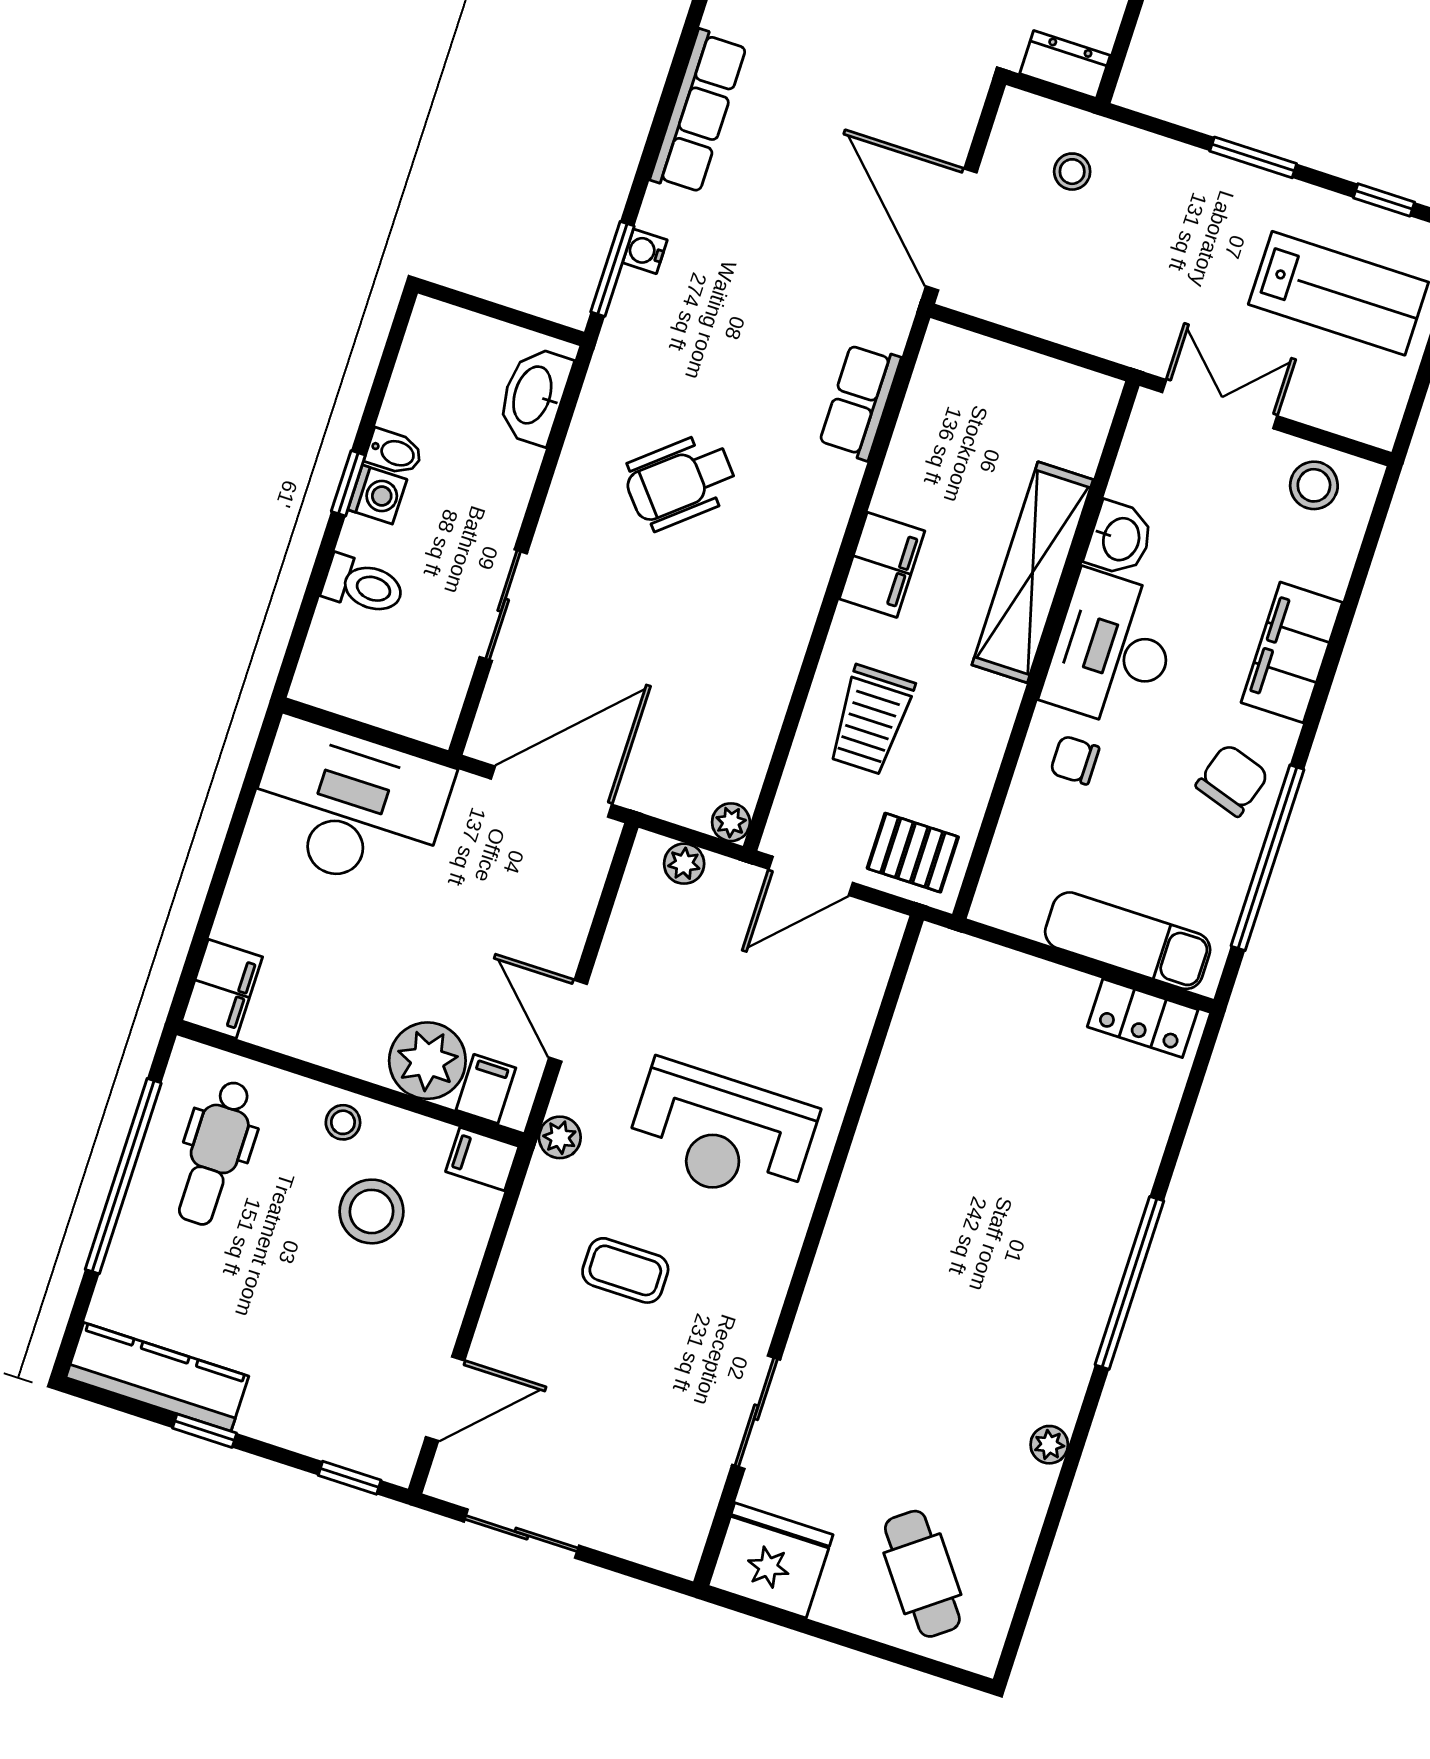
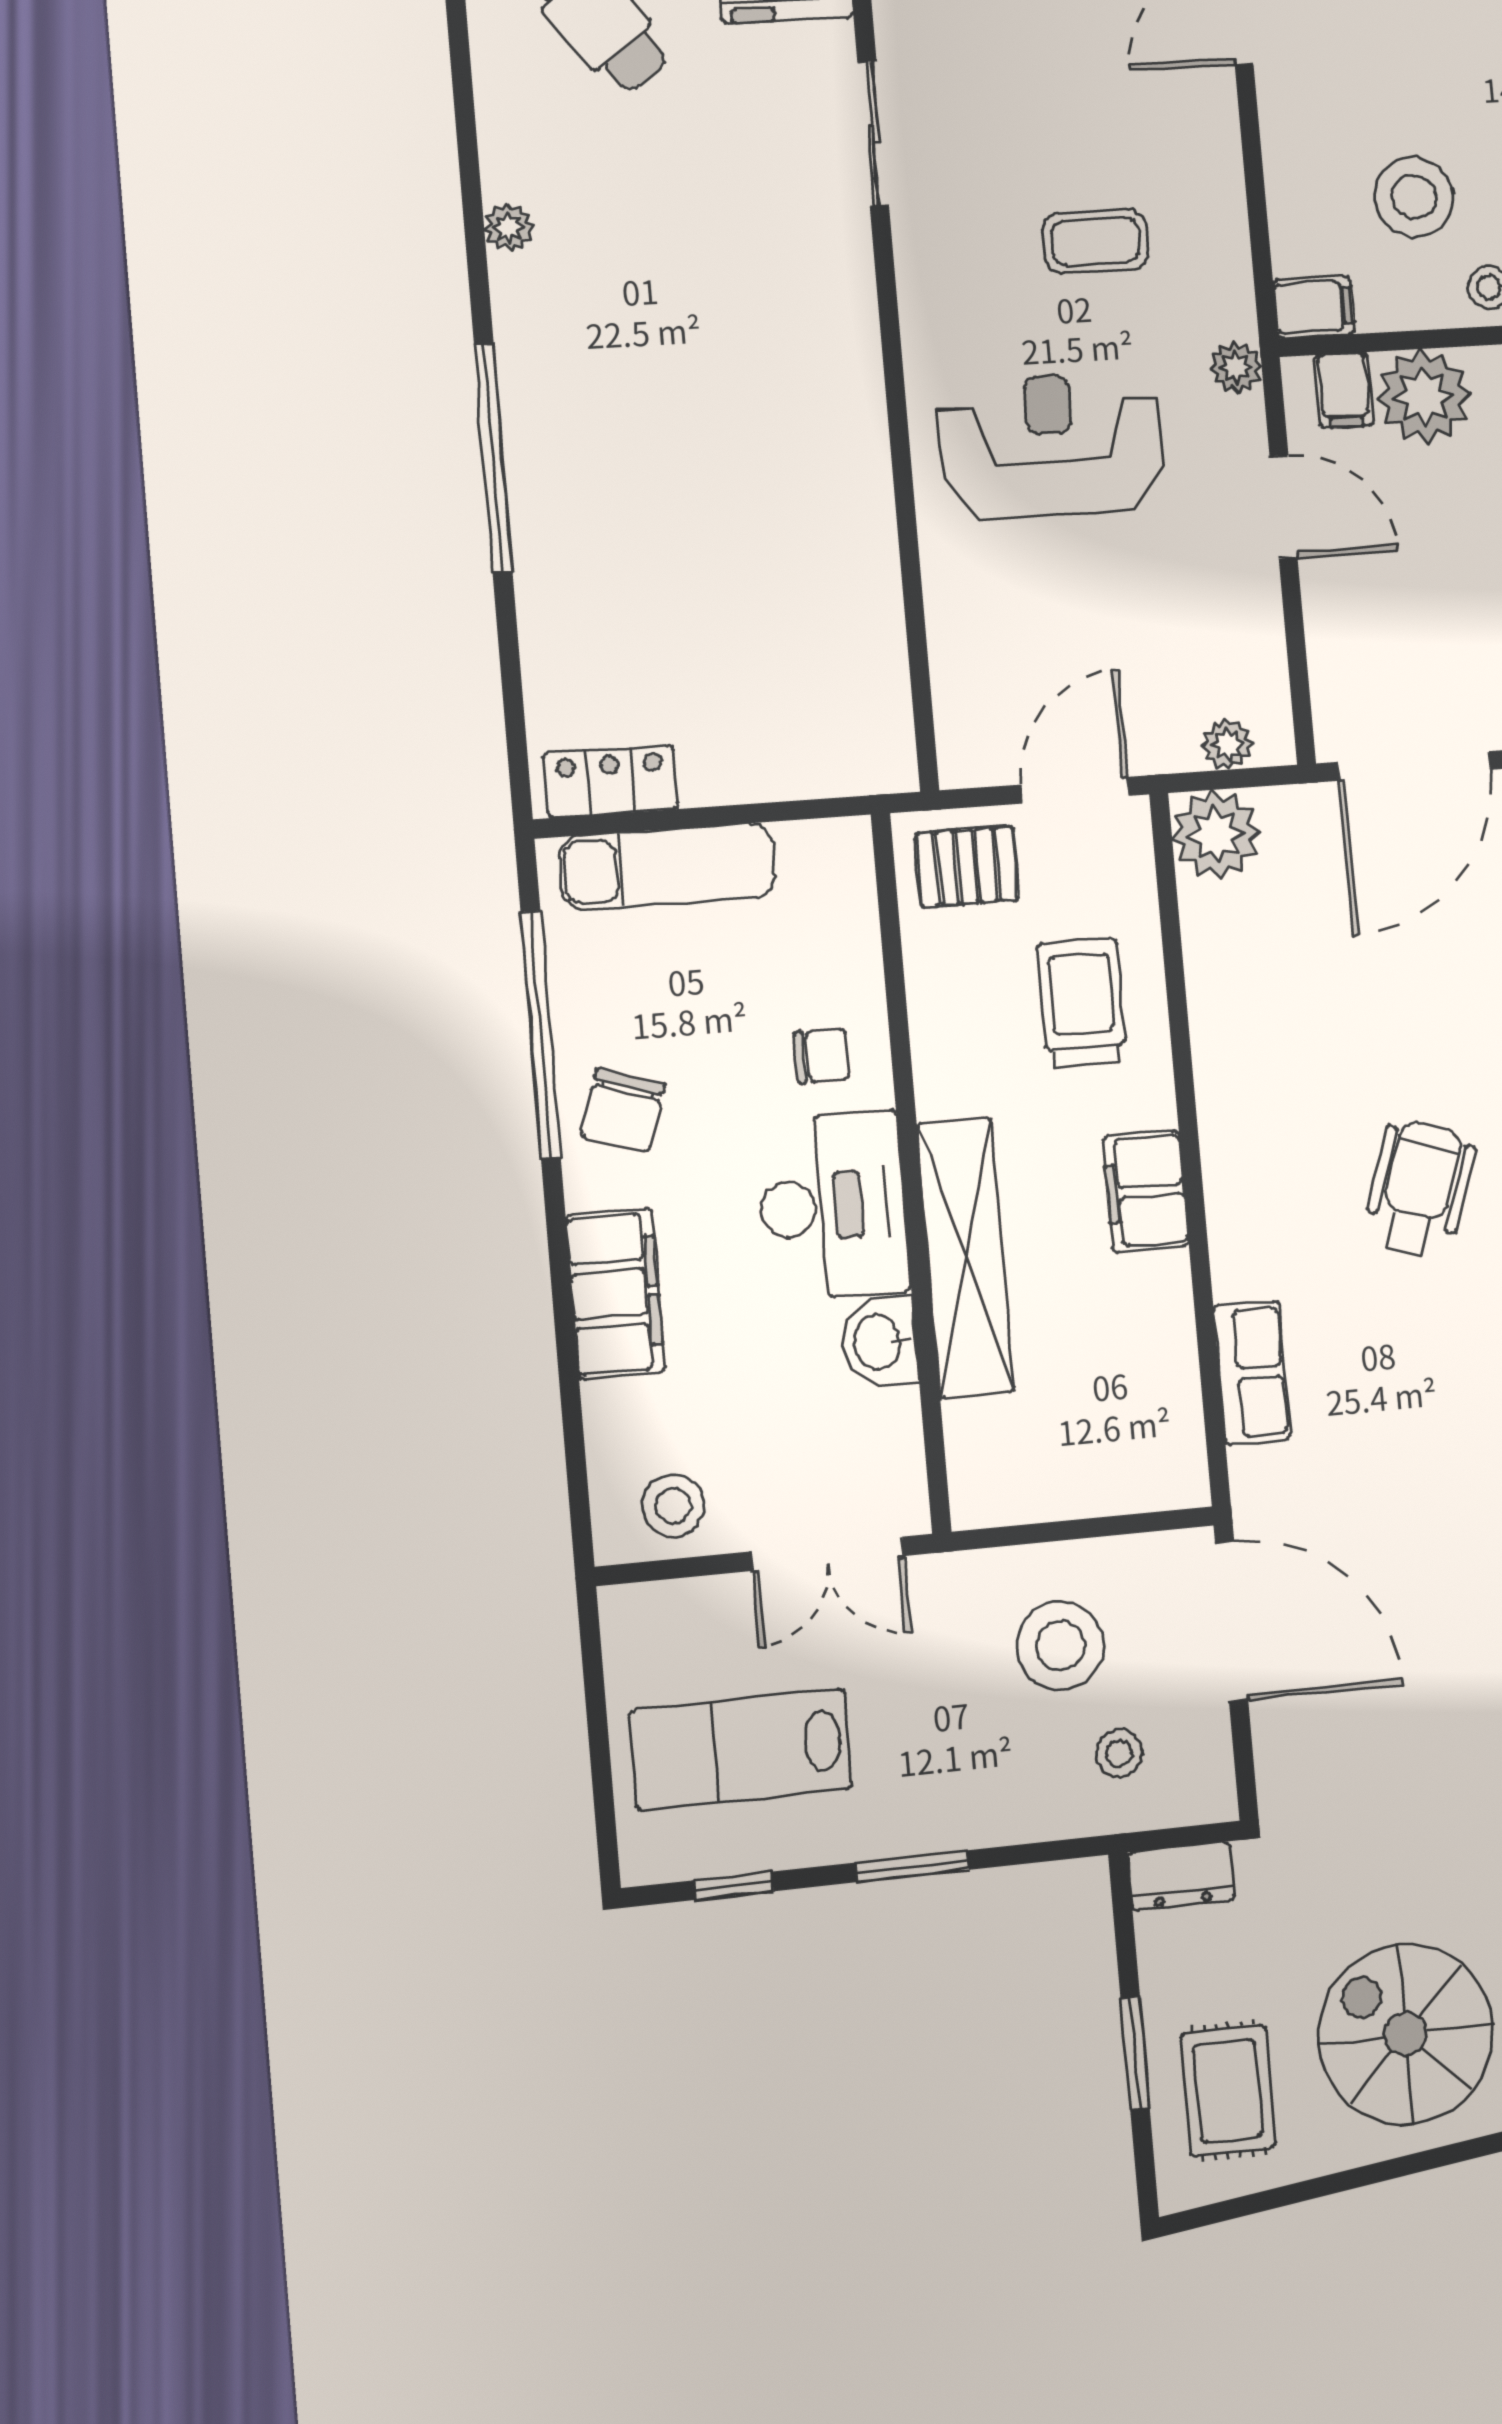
stool: (1082, 266) -> (1060, 1646), added
wheelchair: (680, 481) -> (1419, 1189), turned -31
plant: (731, 822) -> (1216, 835), width x1.87, depth x1.87

